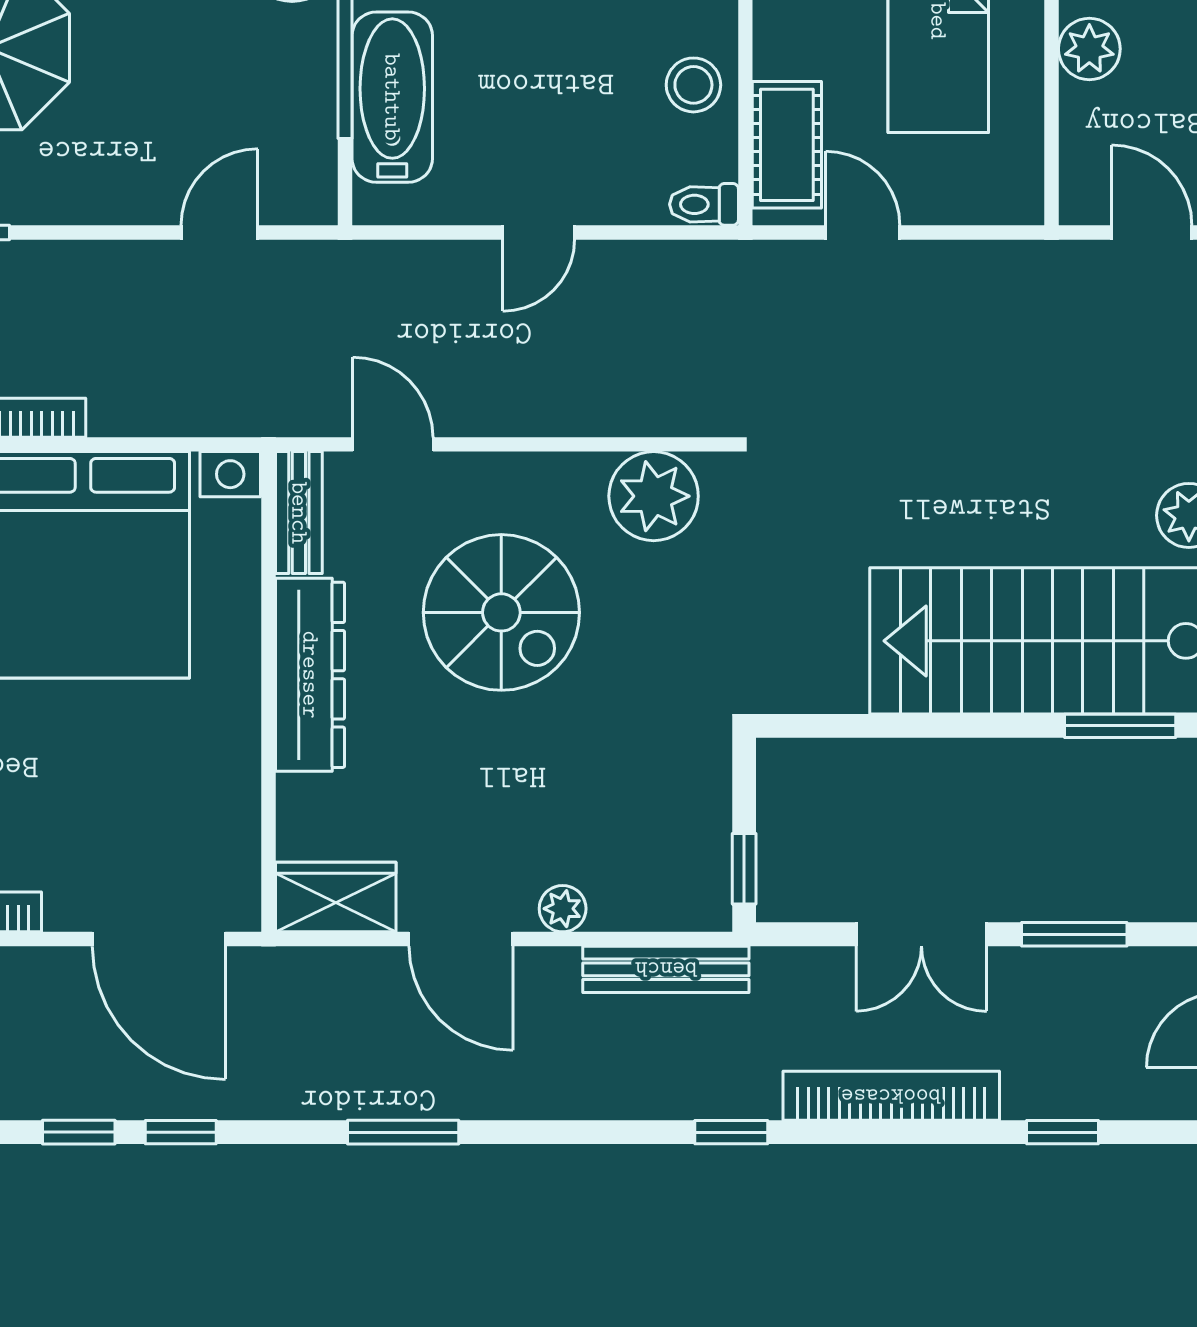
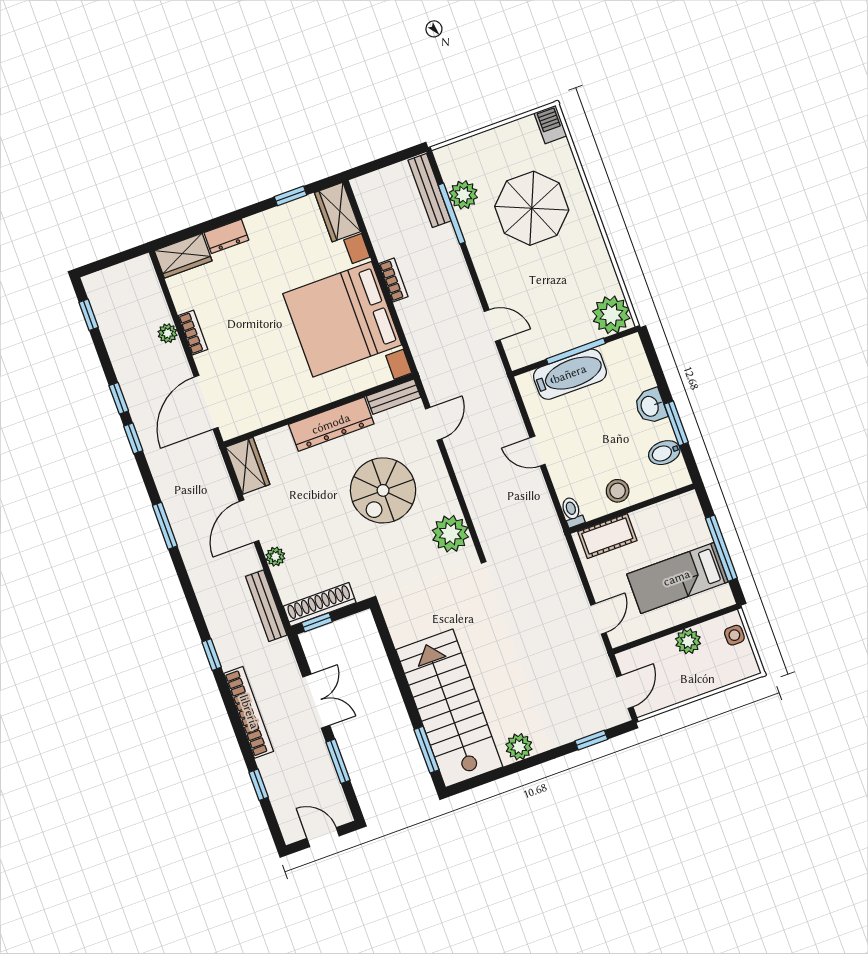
door: (863, 232) -> (598, 619), moved
shoe rack: (707, 848) -> (320, 604), added
double door: (921, 934) -> (316, 701), swing flipped

